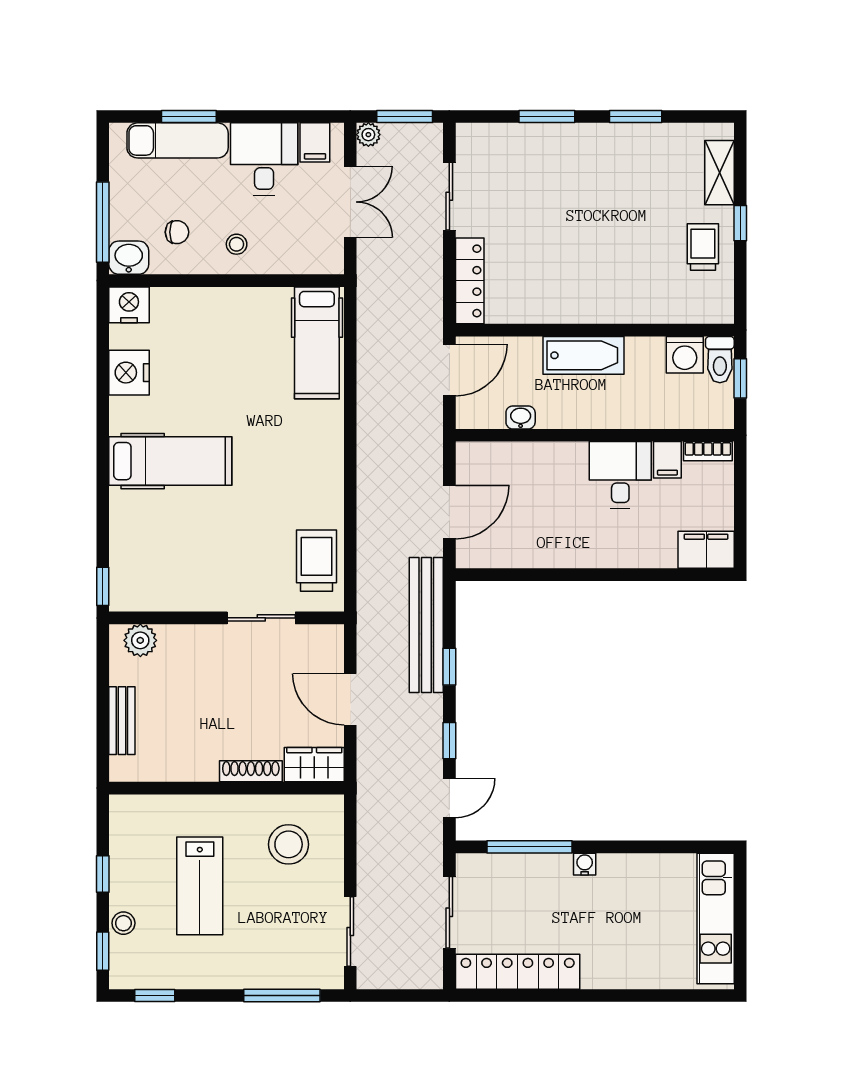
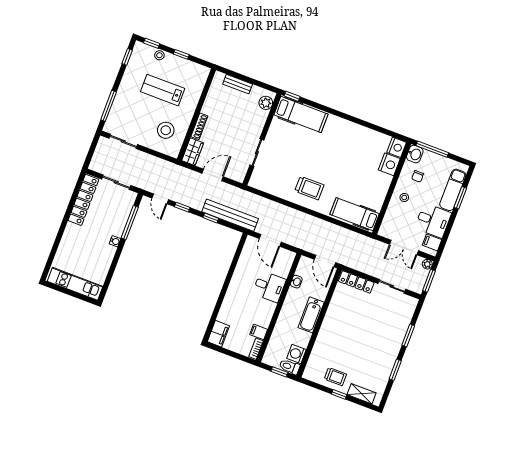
nightstand: (129, 373) -> (389, 164), moved, turned 90
hospital bed: (170, 461) -> (301, 115), moved, turned -90
desk: (620, 475) -> (269, 287), moved
trolley: (316, 561) -> (309, 188), moved

